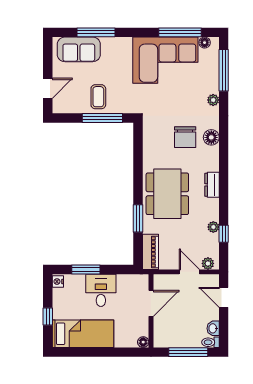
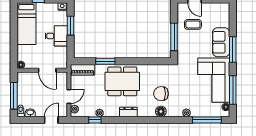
window: (96, 32) -> (233, 50), moved
sofa: (79, 49) -> (221, 42), moved
coffee table: (98, 97) -> (193, 24), moved

